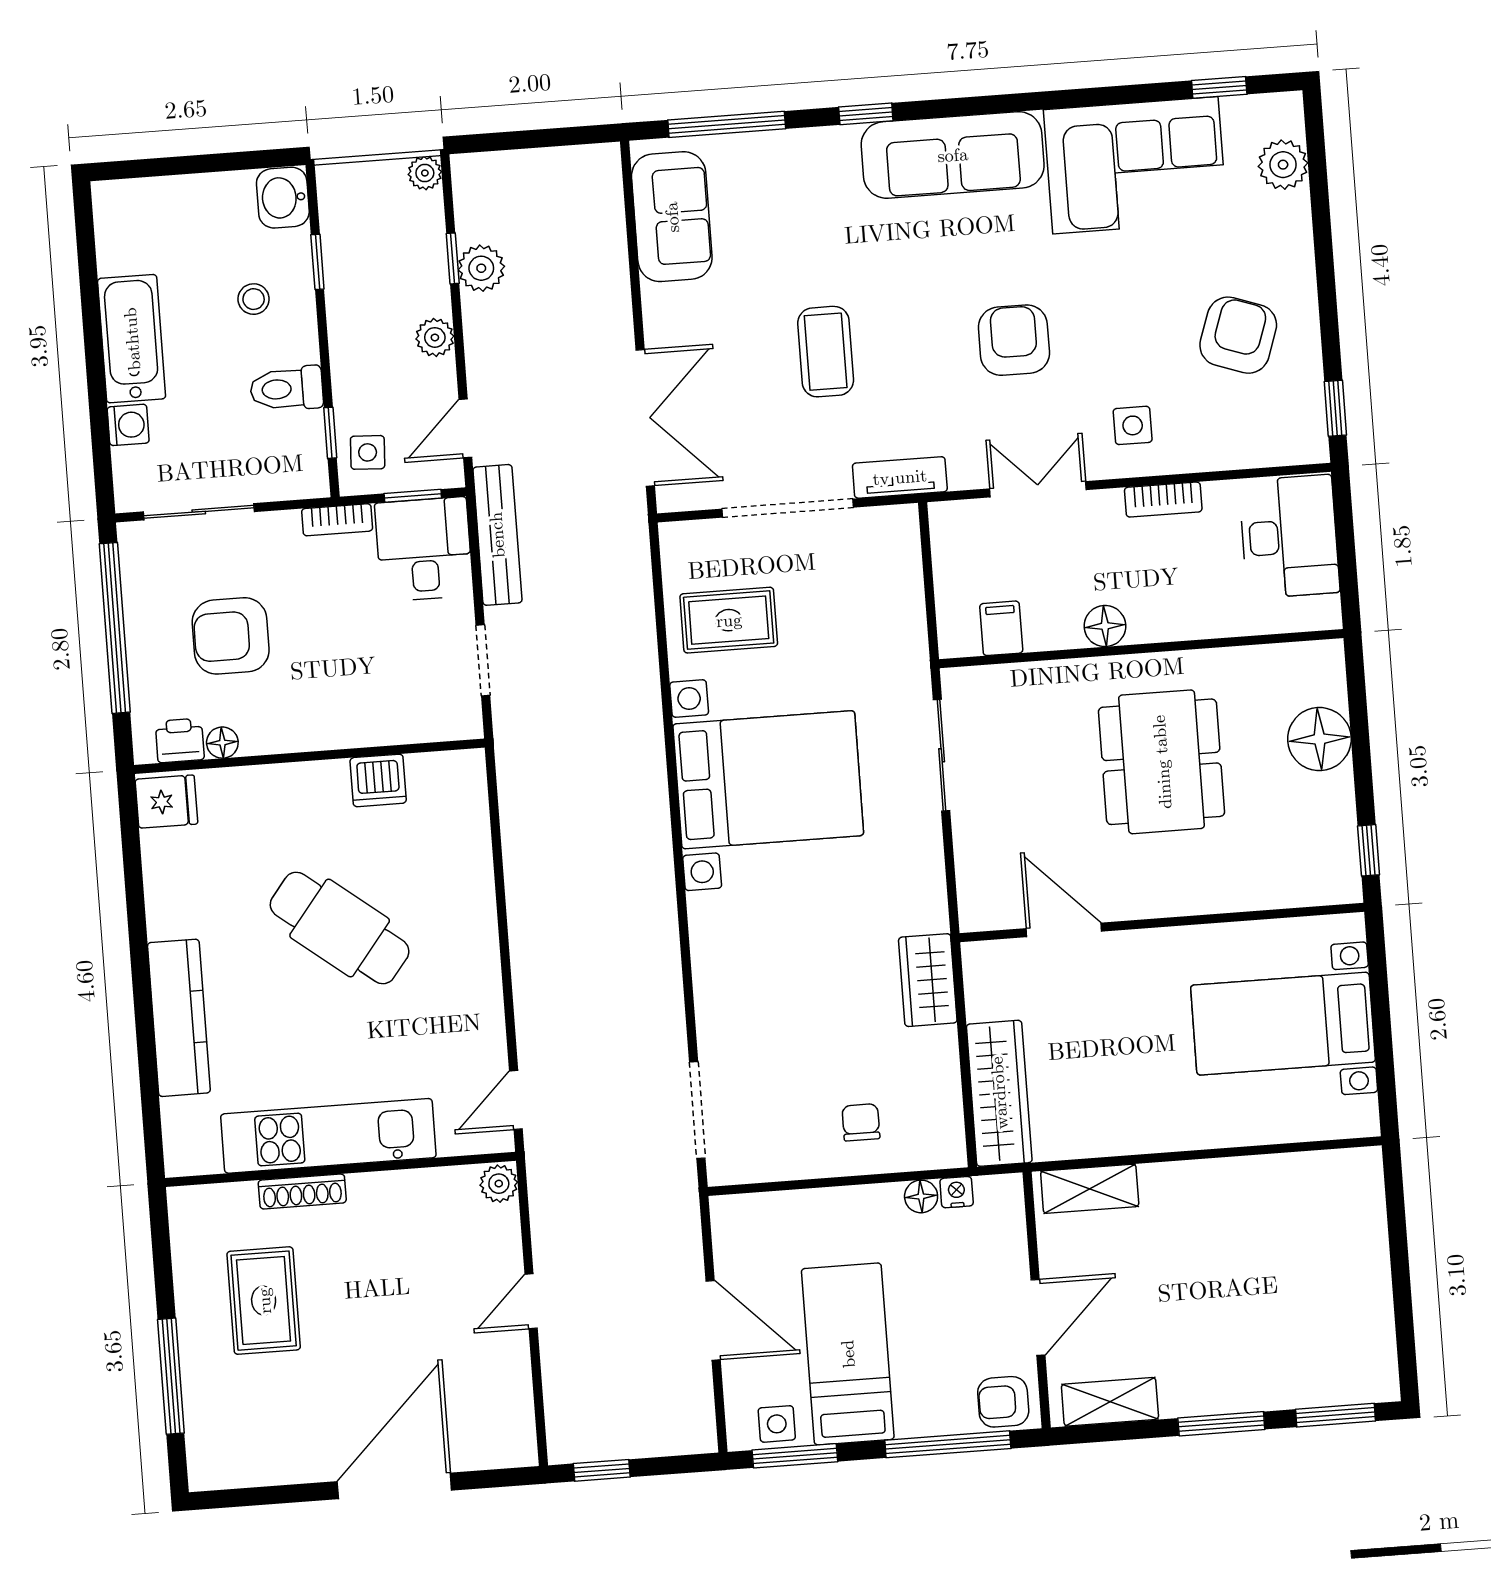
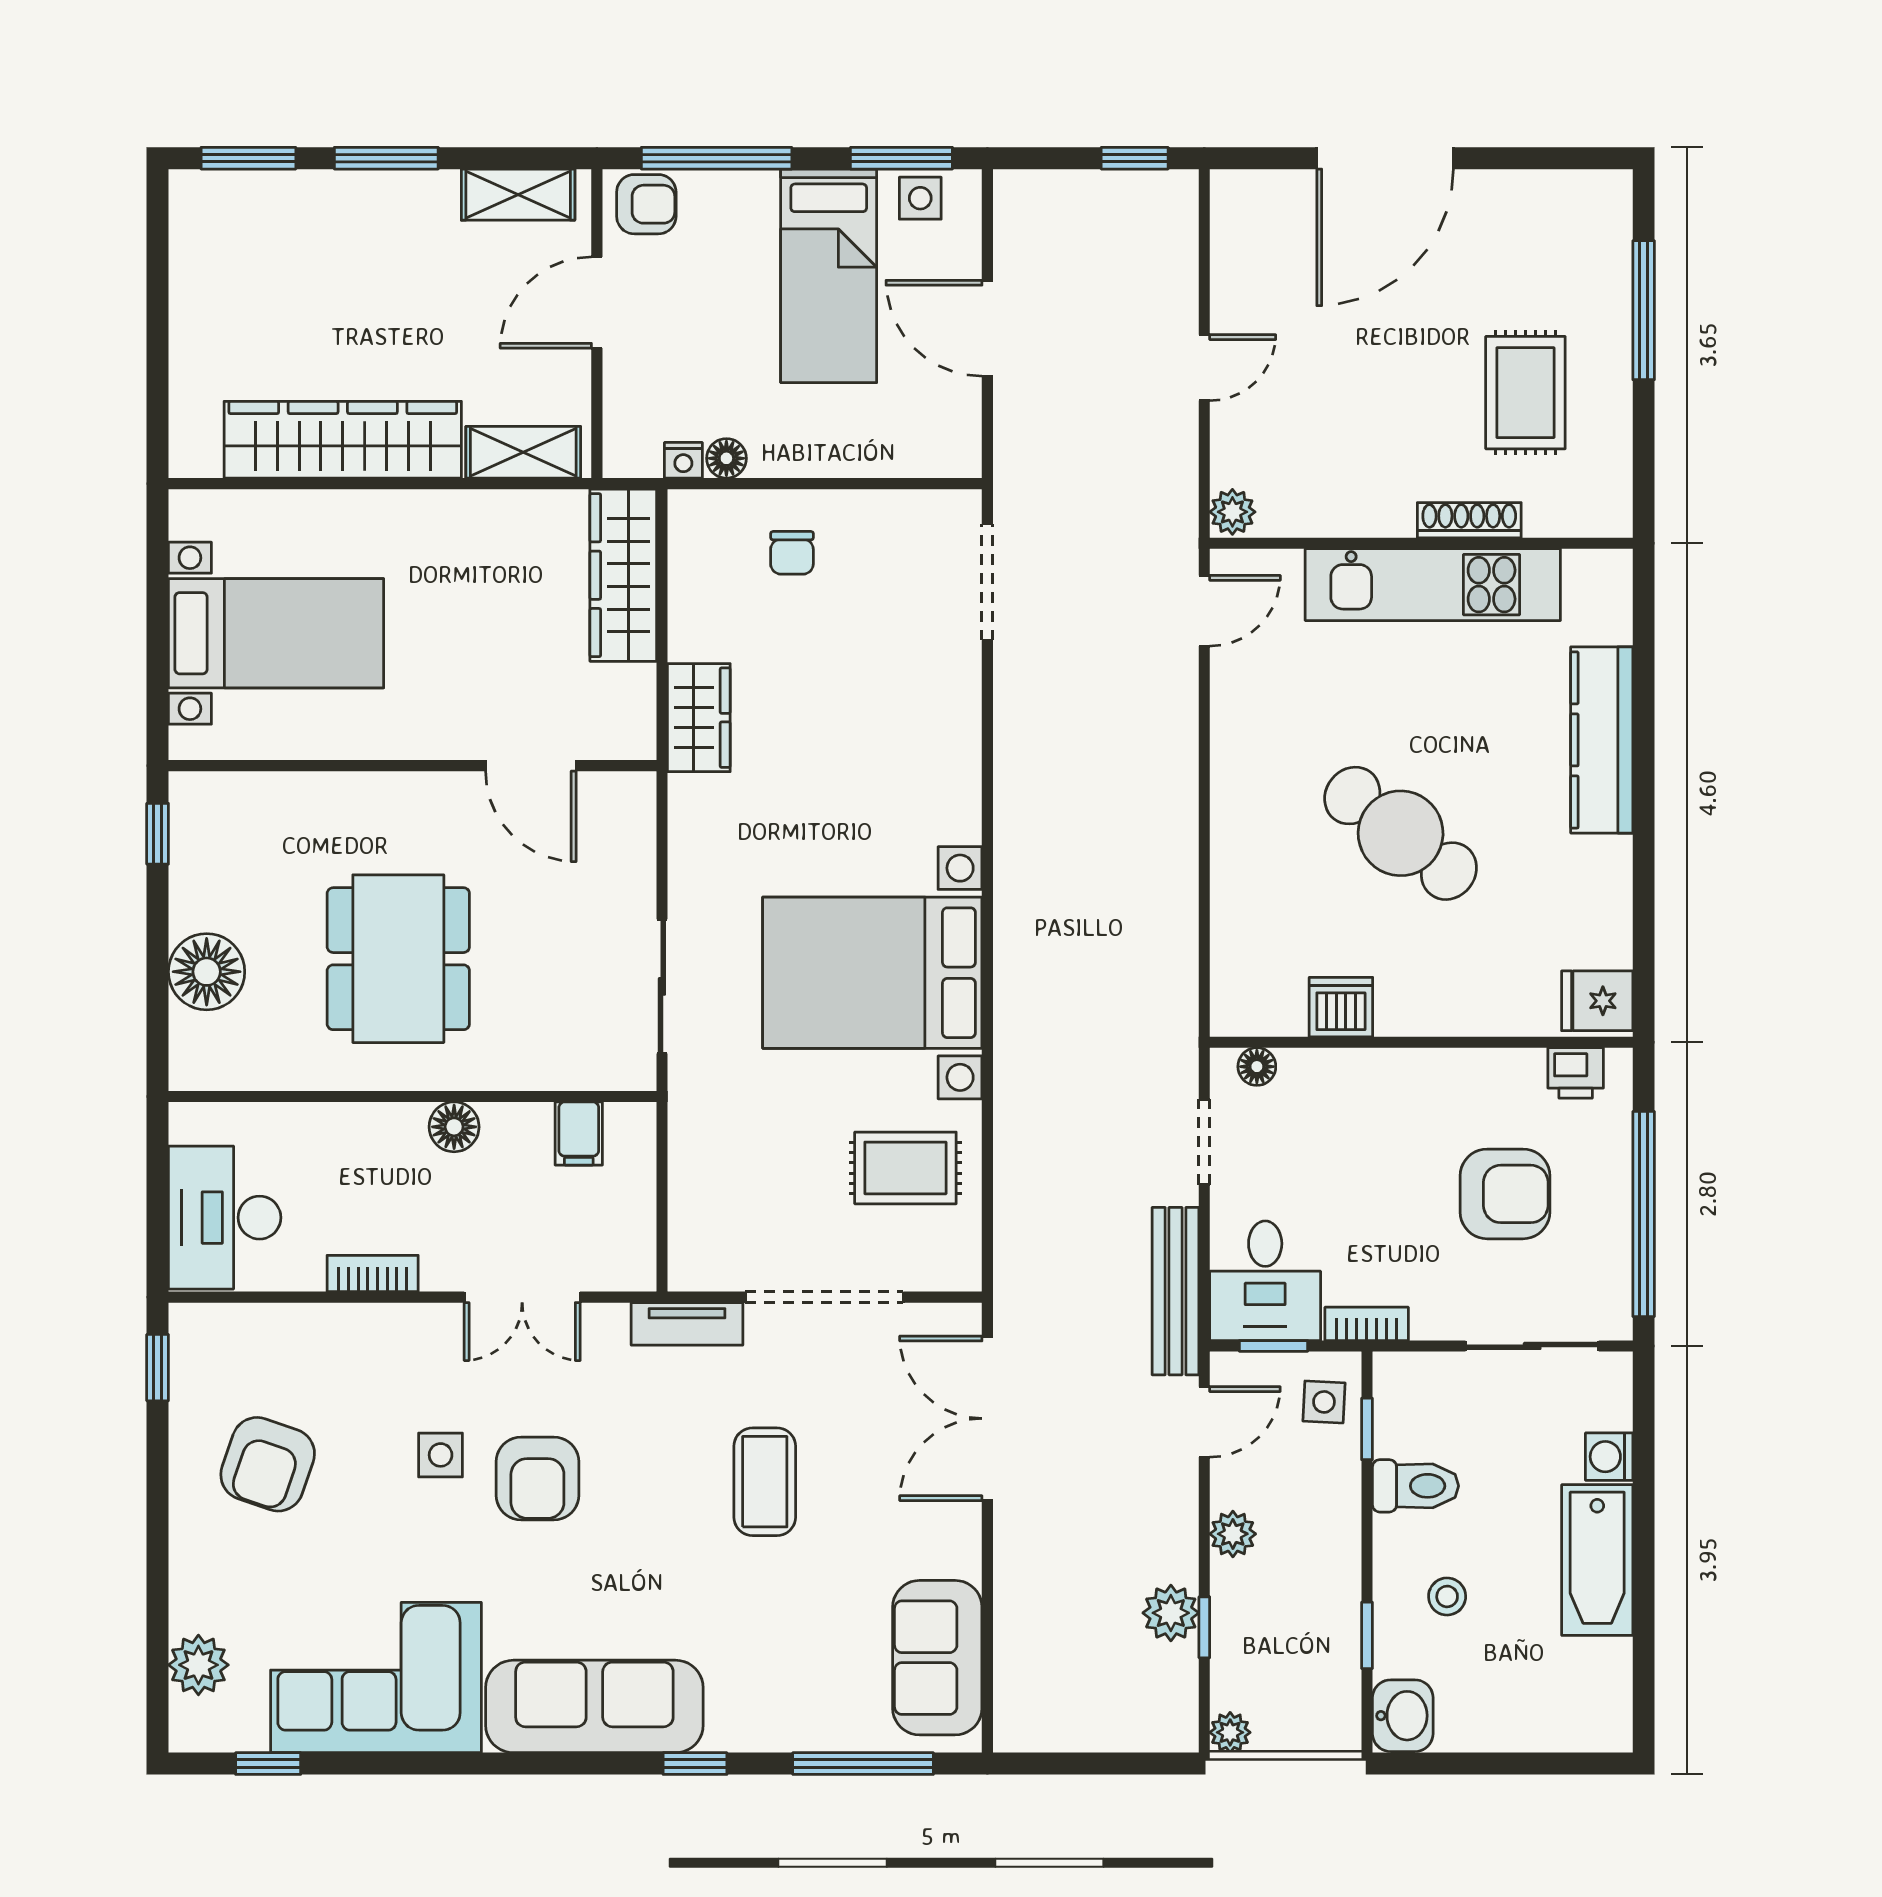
side table: (1133, 425) -> (441, 1455), moved
floor lamp: (222, 743) -> (1257, 1067), moved
wardrobe: (1240, 1188) -> (343, 440), added

